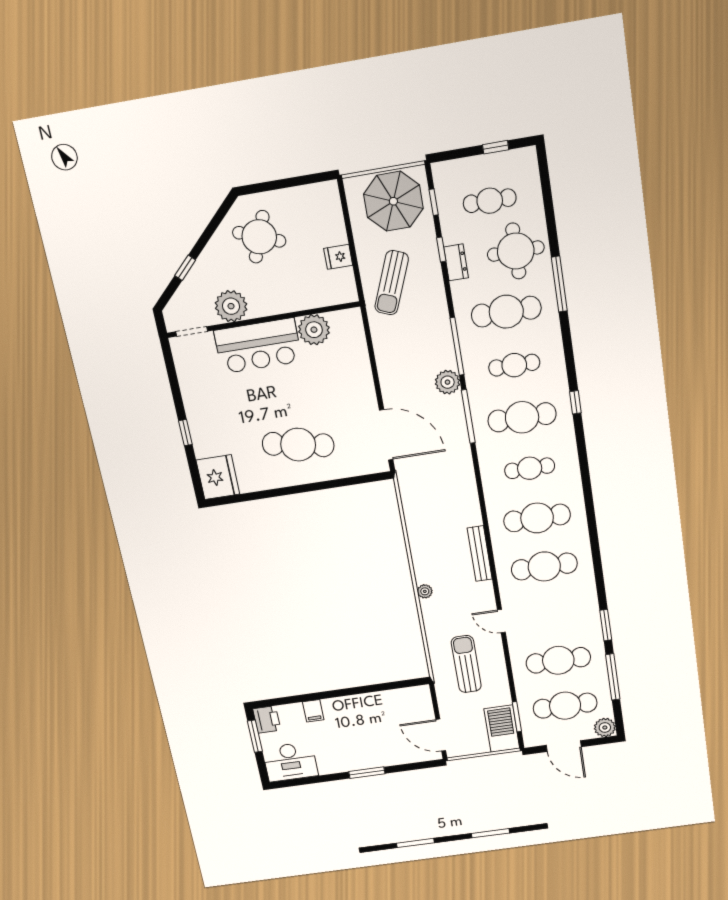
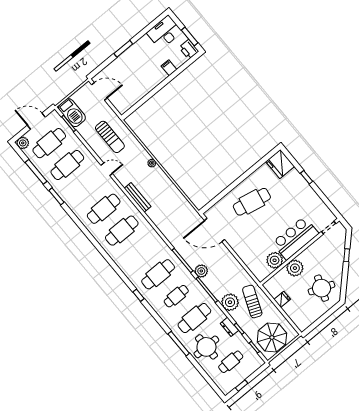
plant: (430, 303) -> (230, 302), added
plant: (231, 306) -> (295, 268), moved
cafe table: (530, 468) -> (140, 252), removed

